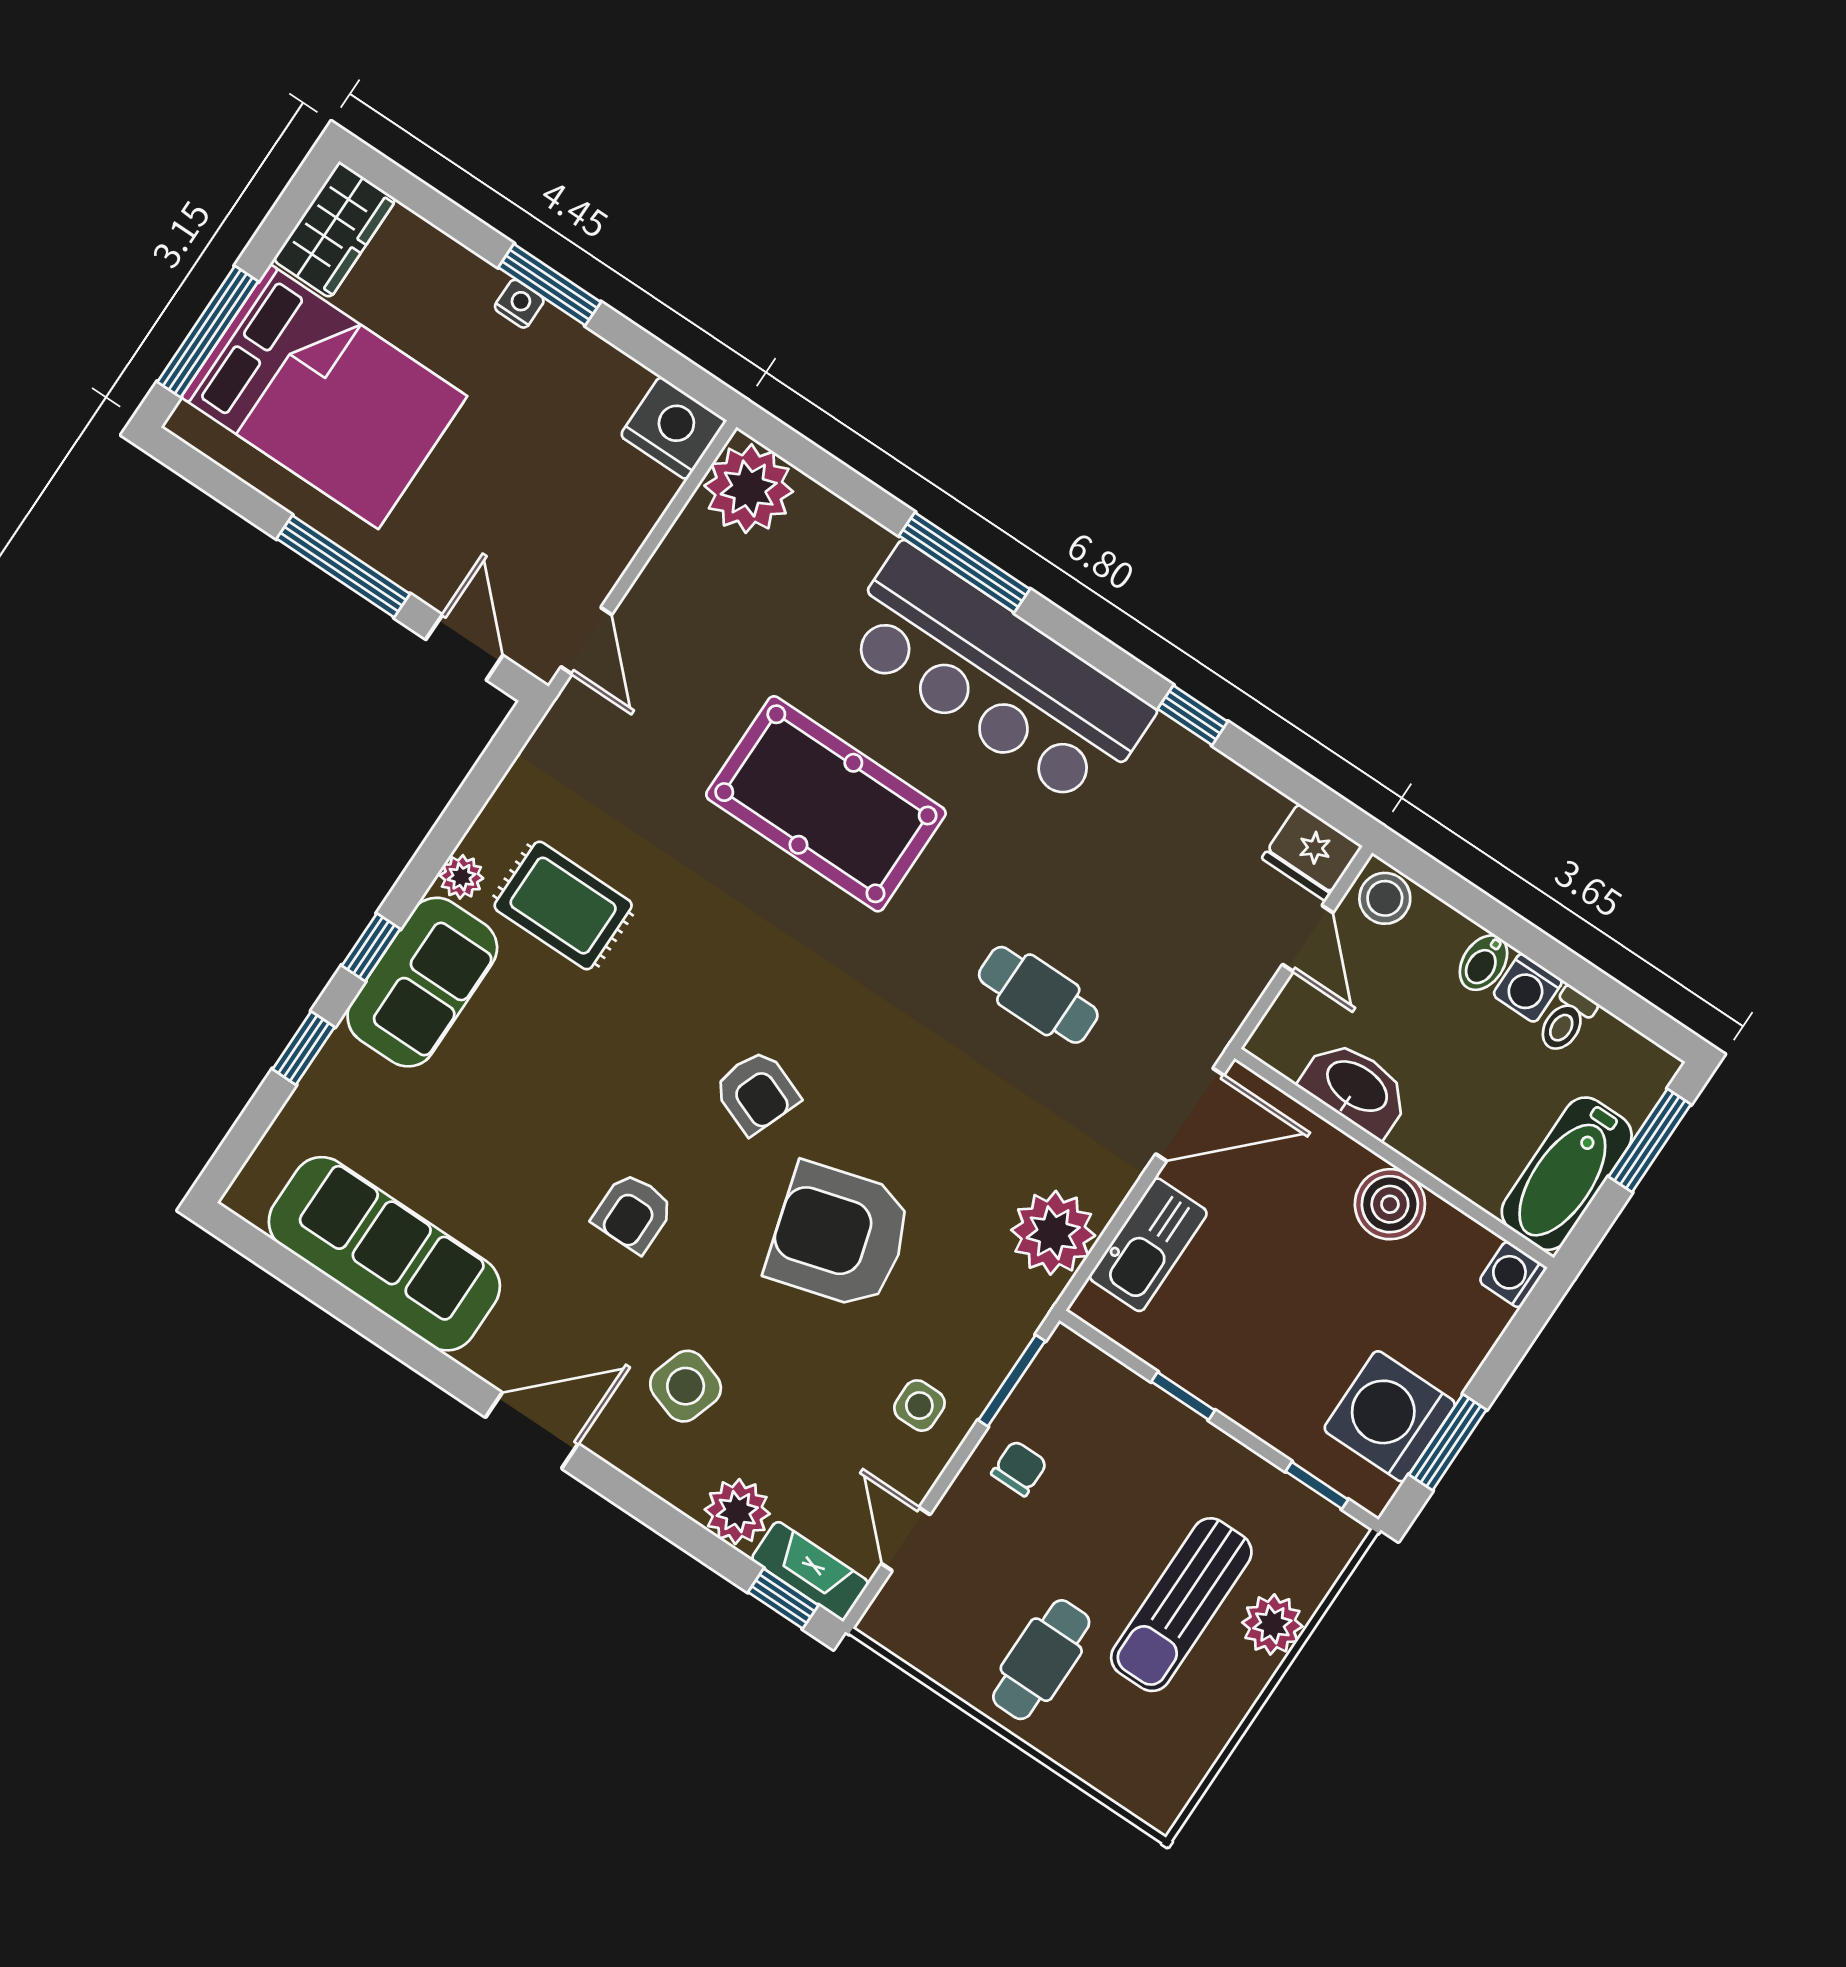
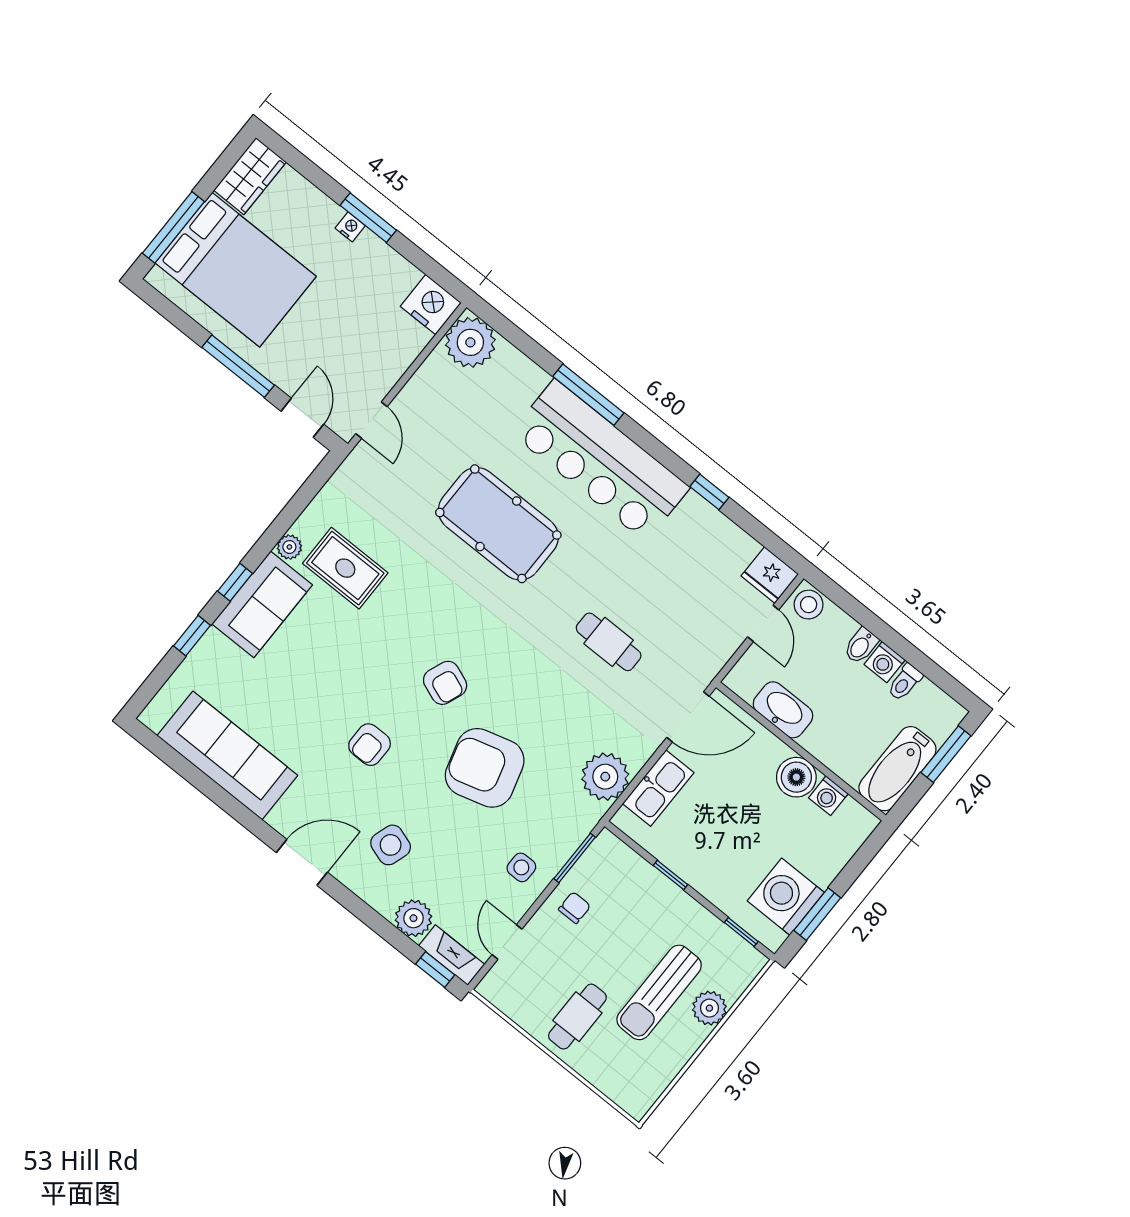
washing machine: (1513, 1275) -> (828, 796), moved, turned -90

